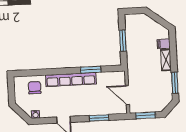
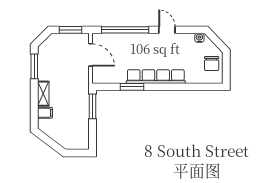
window: (123, 41) -> (93, 106), moved
chair: (35, 88) -> (212, 63), moved
window: (99, 118) -> (125, 30), width x2.11

